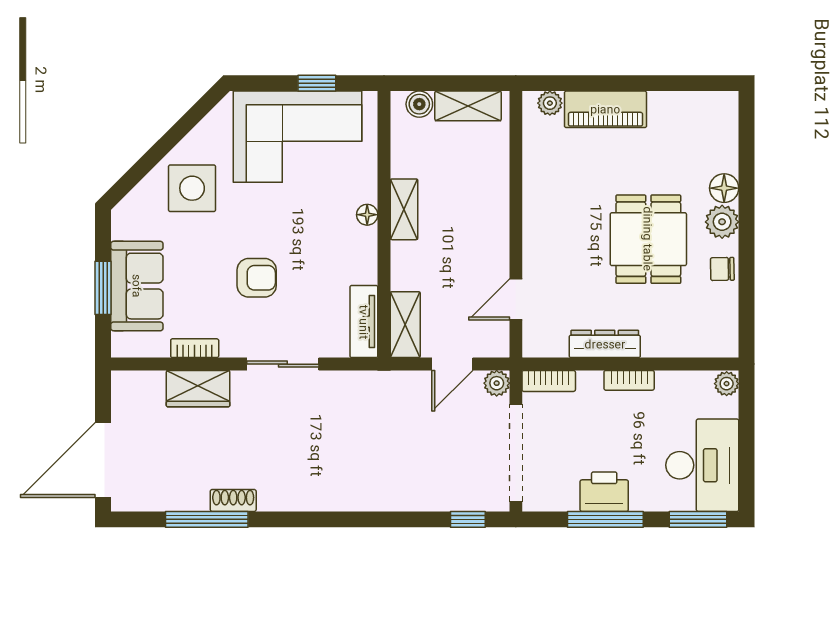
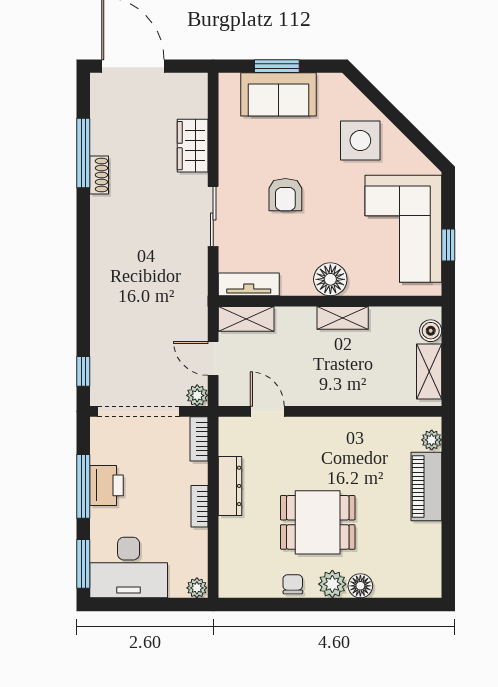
floor lamp: (367, 215) -> (330, 279), width x1.89, depth x1.89
bookcase: (195, 348) -> (226, 143), removed

